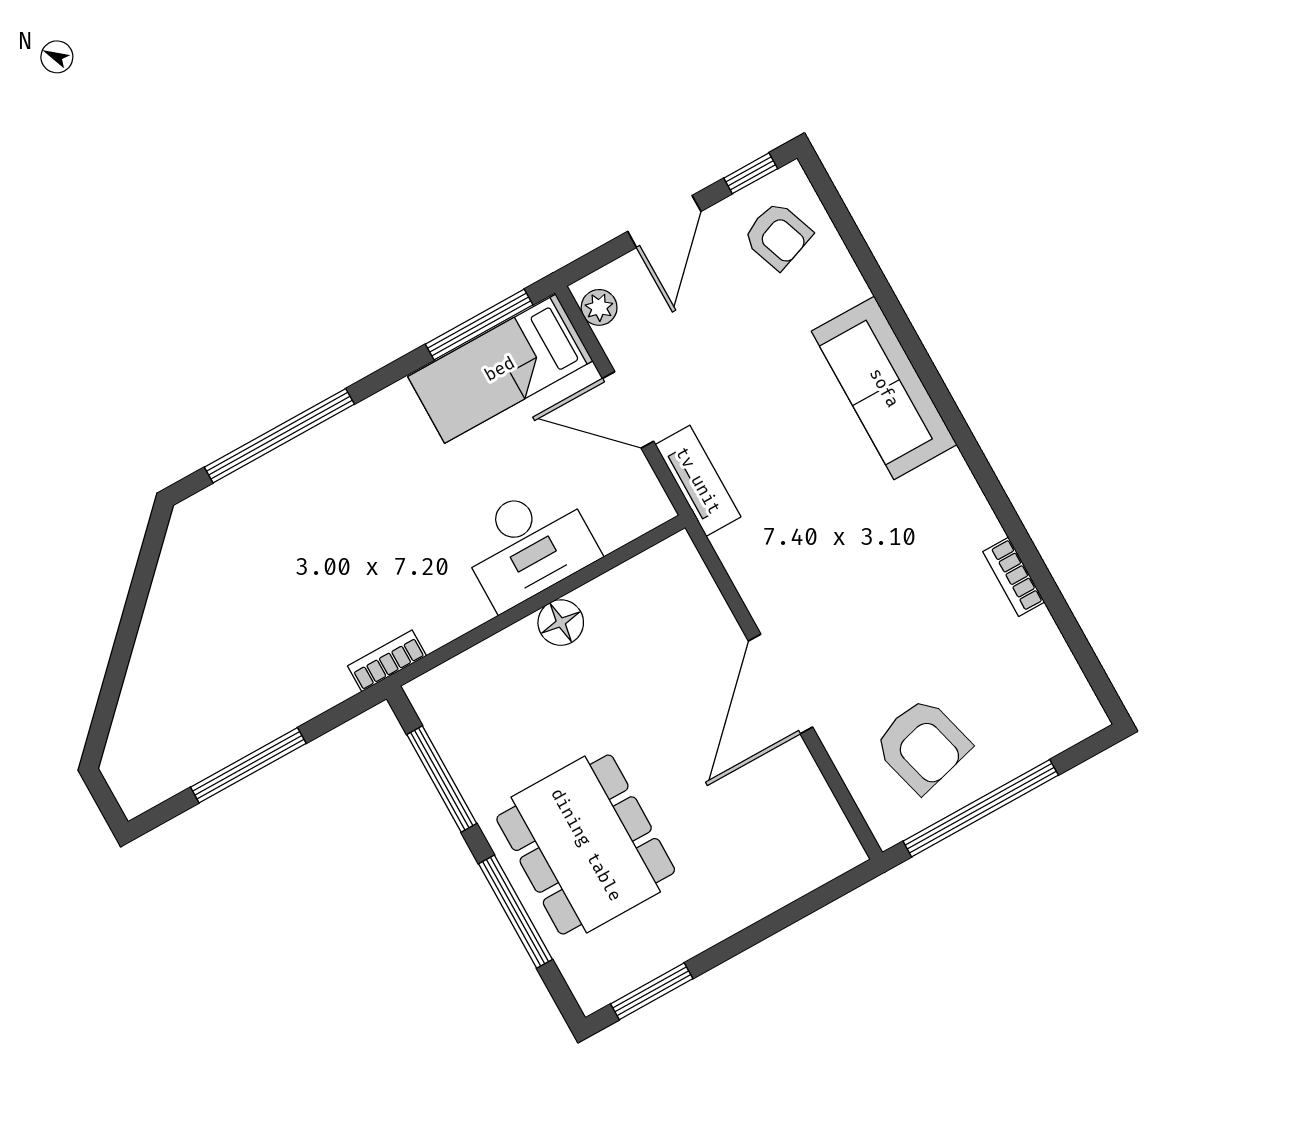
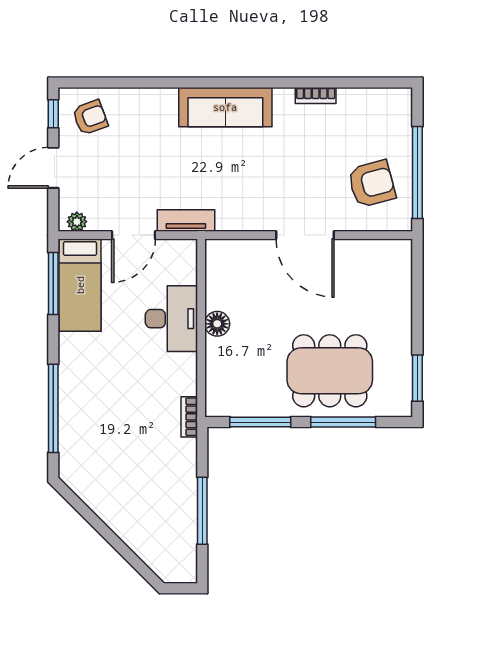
door: (664, 221) -> (53, 168), swing flipped
sofa: (884, 388) -> (225, 107), moved

